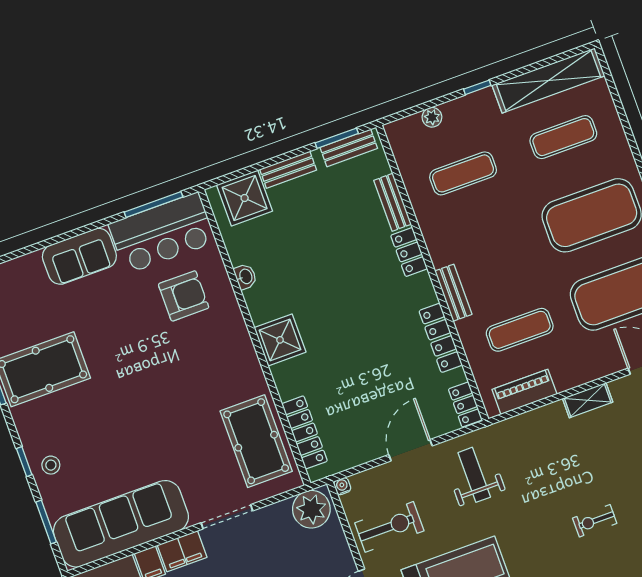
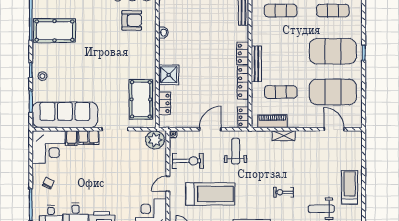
locker: (409, 252) -> (243, 53), moved
washbasin: (245, 277) -> (163, 32), moved
bench: (453, 293) -> (256, 64), width x1.36
shower: (280, 340) -> (169, 75), moved
shelving: (588, 400) -> (284, 136), moved
locker: (304, 432) -> (165, 103), width x0.66

